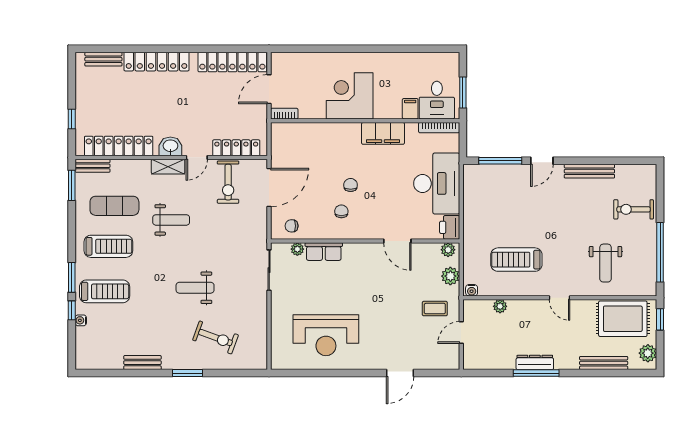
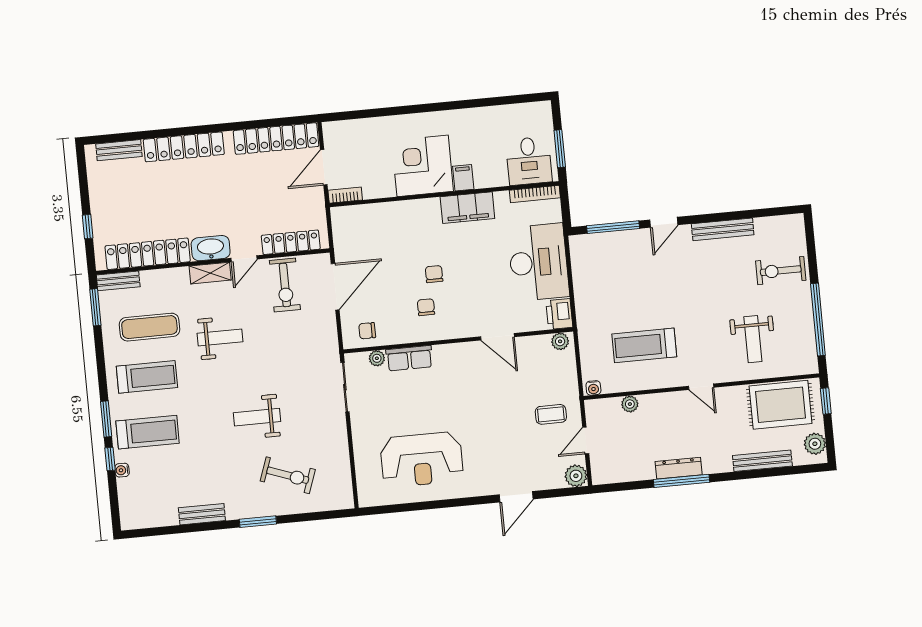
filing cabinet: (410, 109) -> (463, 178), moved
washbasin: (170, 146) -> (211, 248), width x1.38
plant: (450, 276) -> (576, 476), moved

